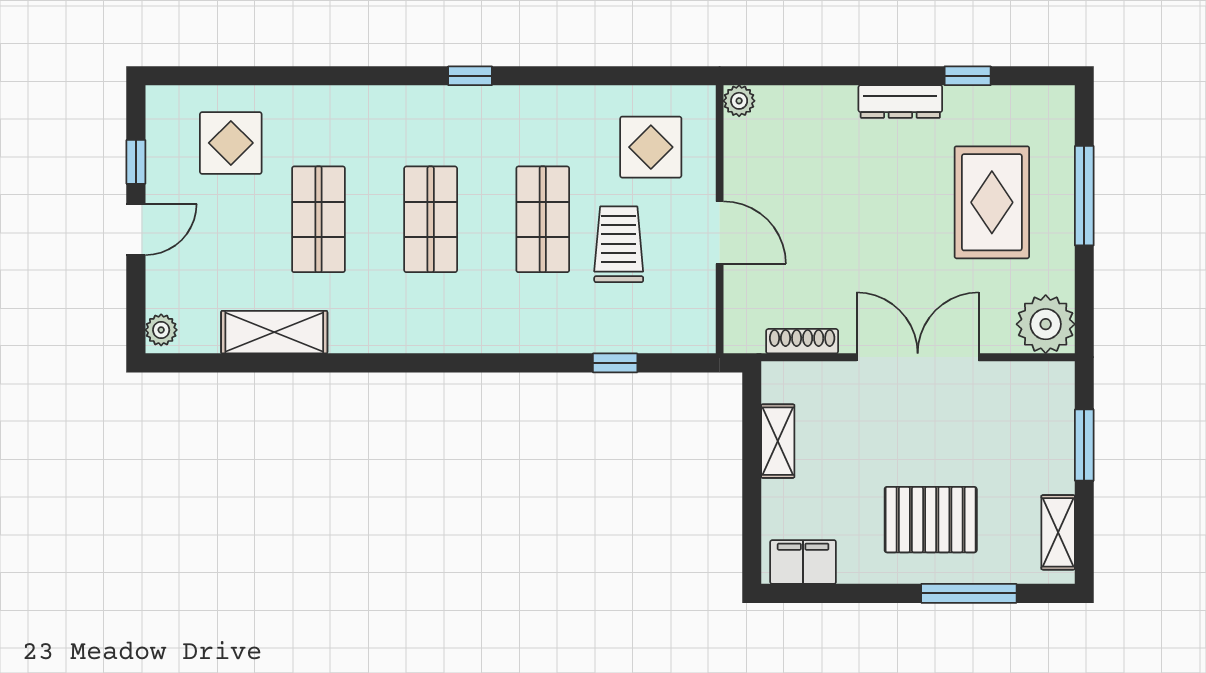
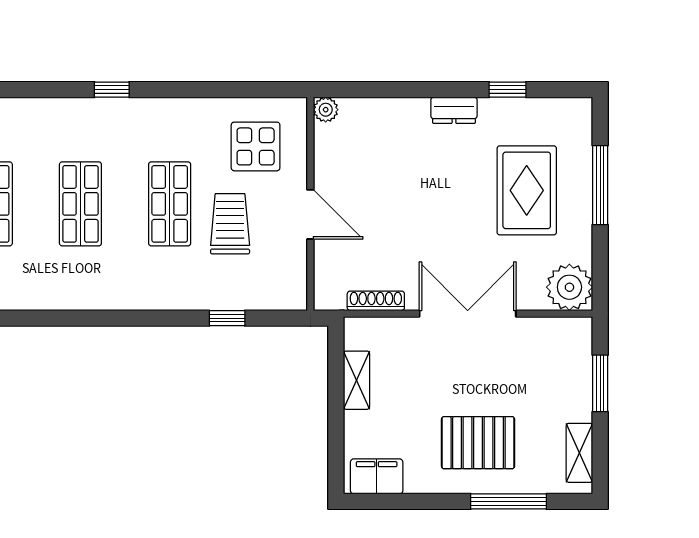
dresser: (900, 102) -> (454, 110), width x0.70

